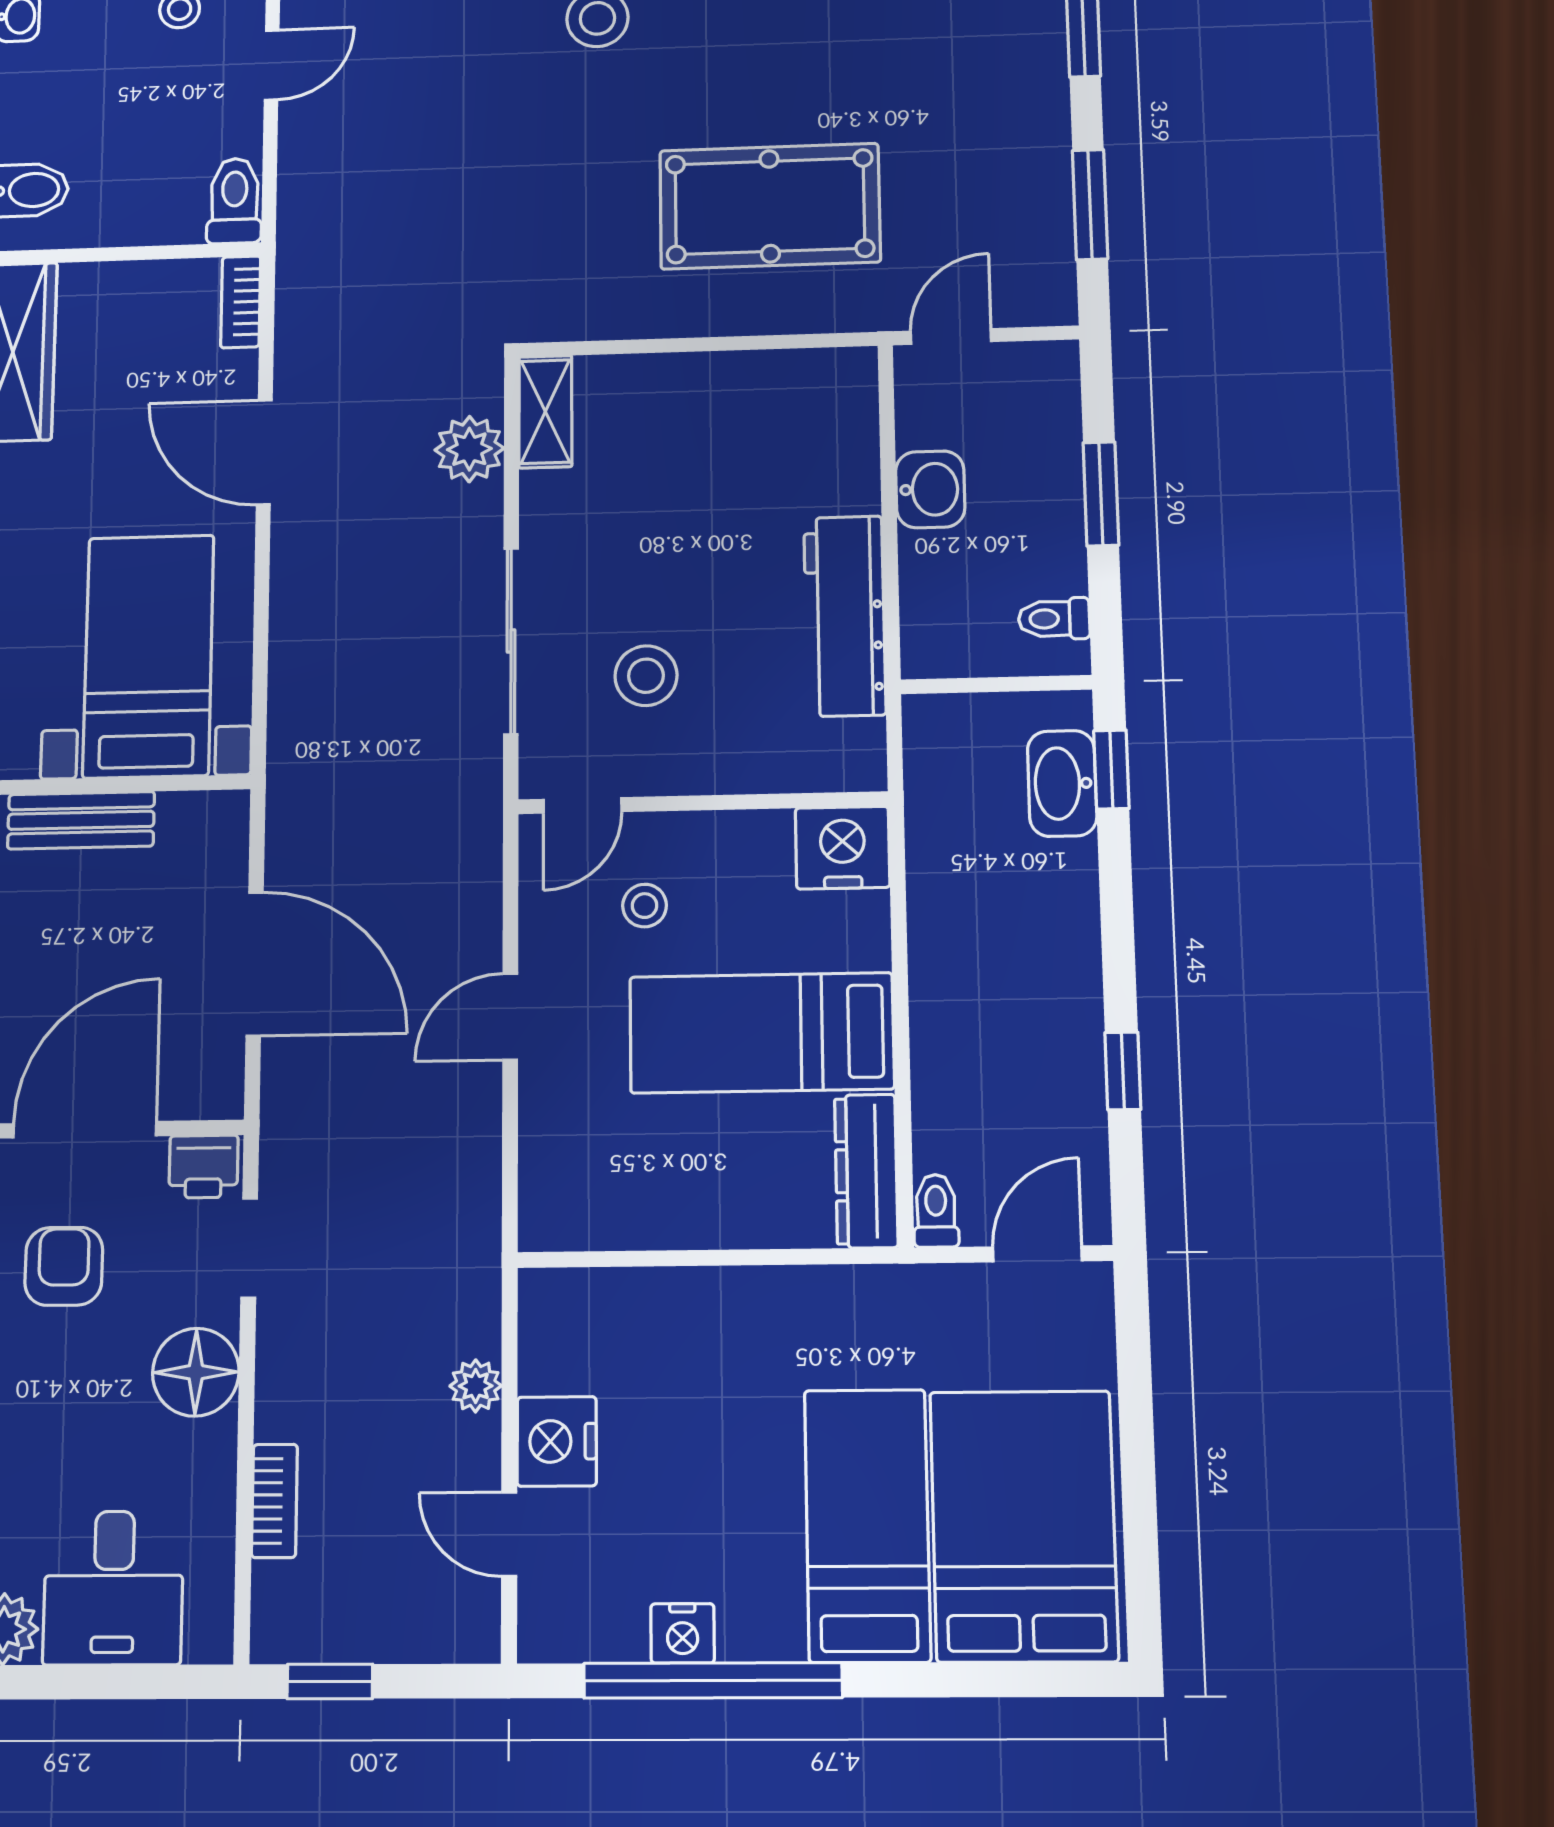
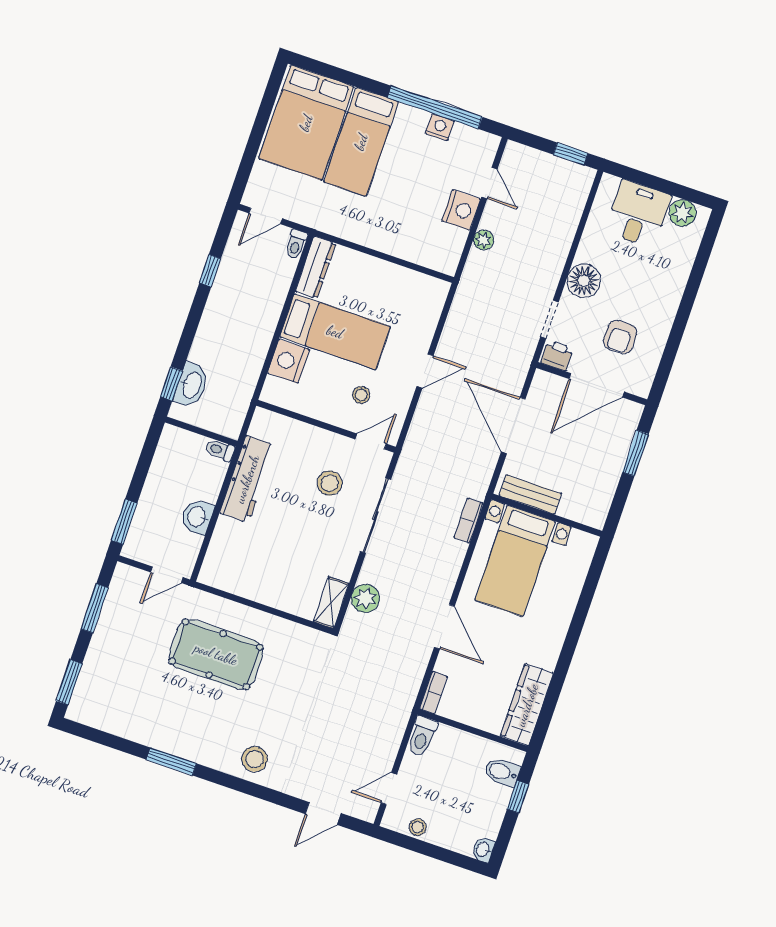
window: (1101, 494) -> (124, 522), moved
toilet: (1054, 619) -> (220, 450), moved, turned 180
bench: (81, 820) -> (530, 494), moved
nightstand: (842, 848) -> (289, 361), moved, turned 90
bookcase: (274, 1501) -> (469, 520), moved

